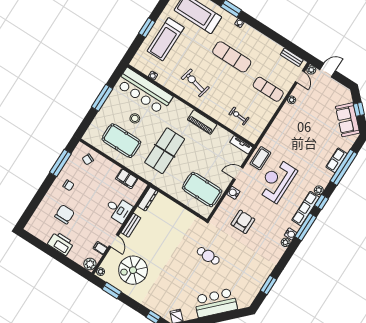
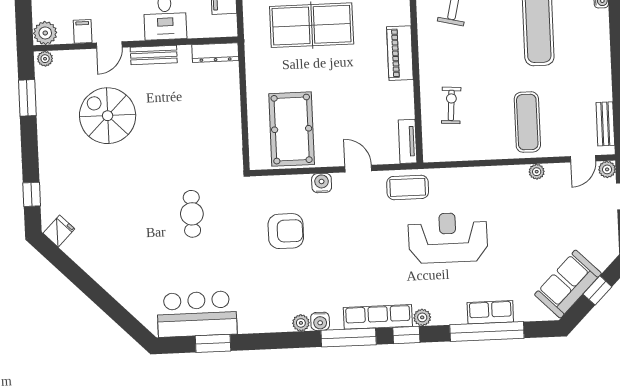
reception desk: (277, 181) -> (448, 238), moved
spiral stairs: (133, 270) -> (108, 116), moved
bar counter: (216, 303) -> (197, 314), moved, turned -45

